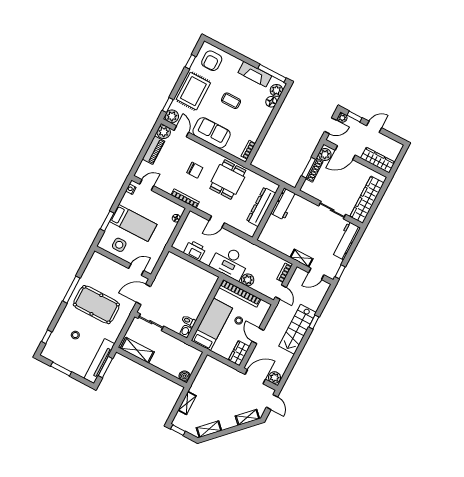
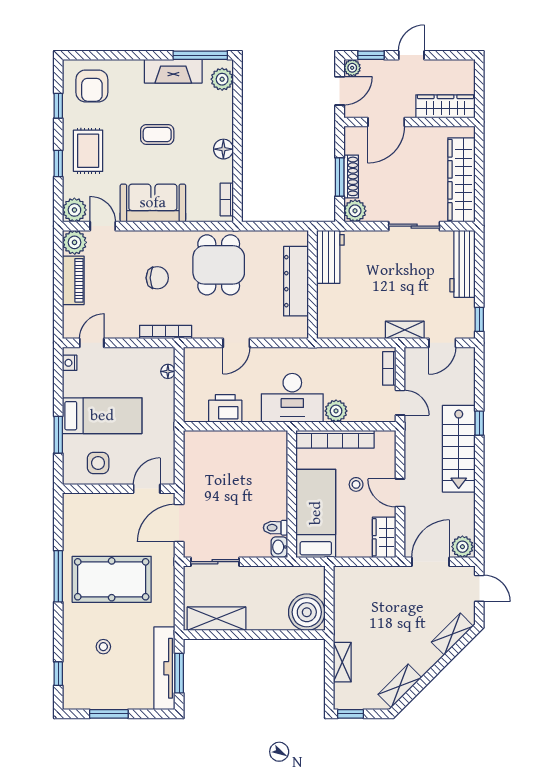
rug: (193, 91) -> (88, 151), width x0.73, depth x0.70
floor lamp: (271, 102) -> (223, 149), moved
window: (168, 105) -> (58, 163), moved
plant: (325, 155) -> (355, 211), moved
boiler: (184, 376) -> (307, 612), width x1.86, depth x1.86

